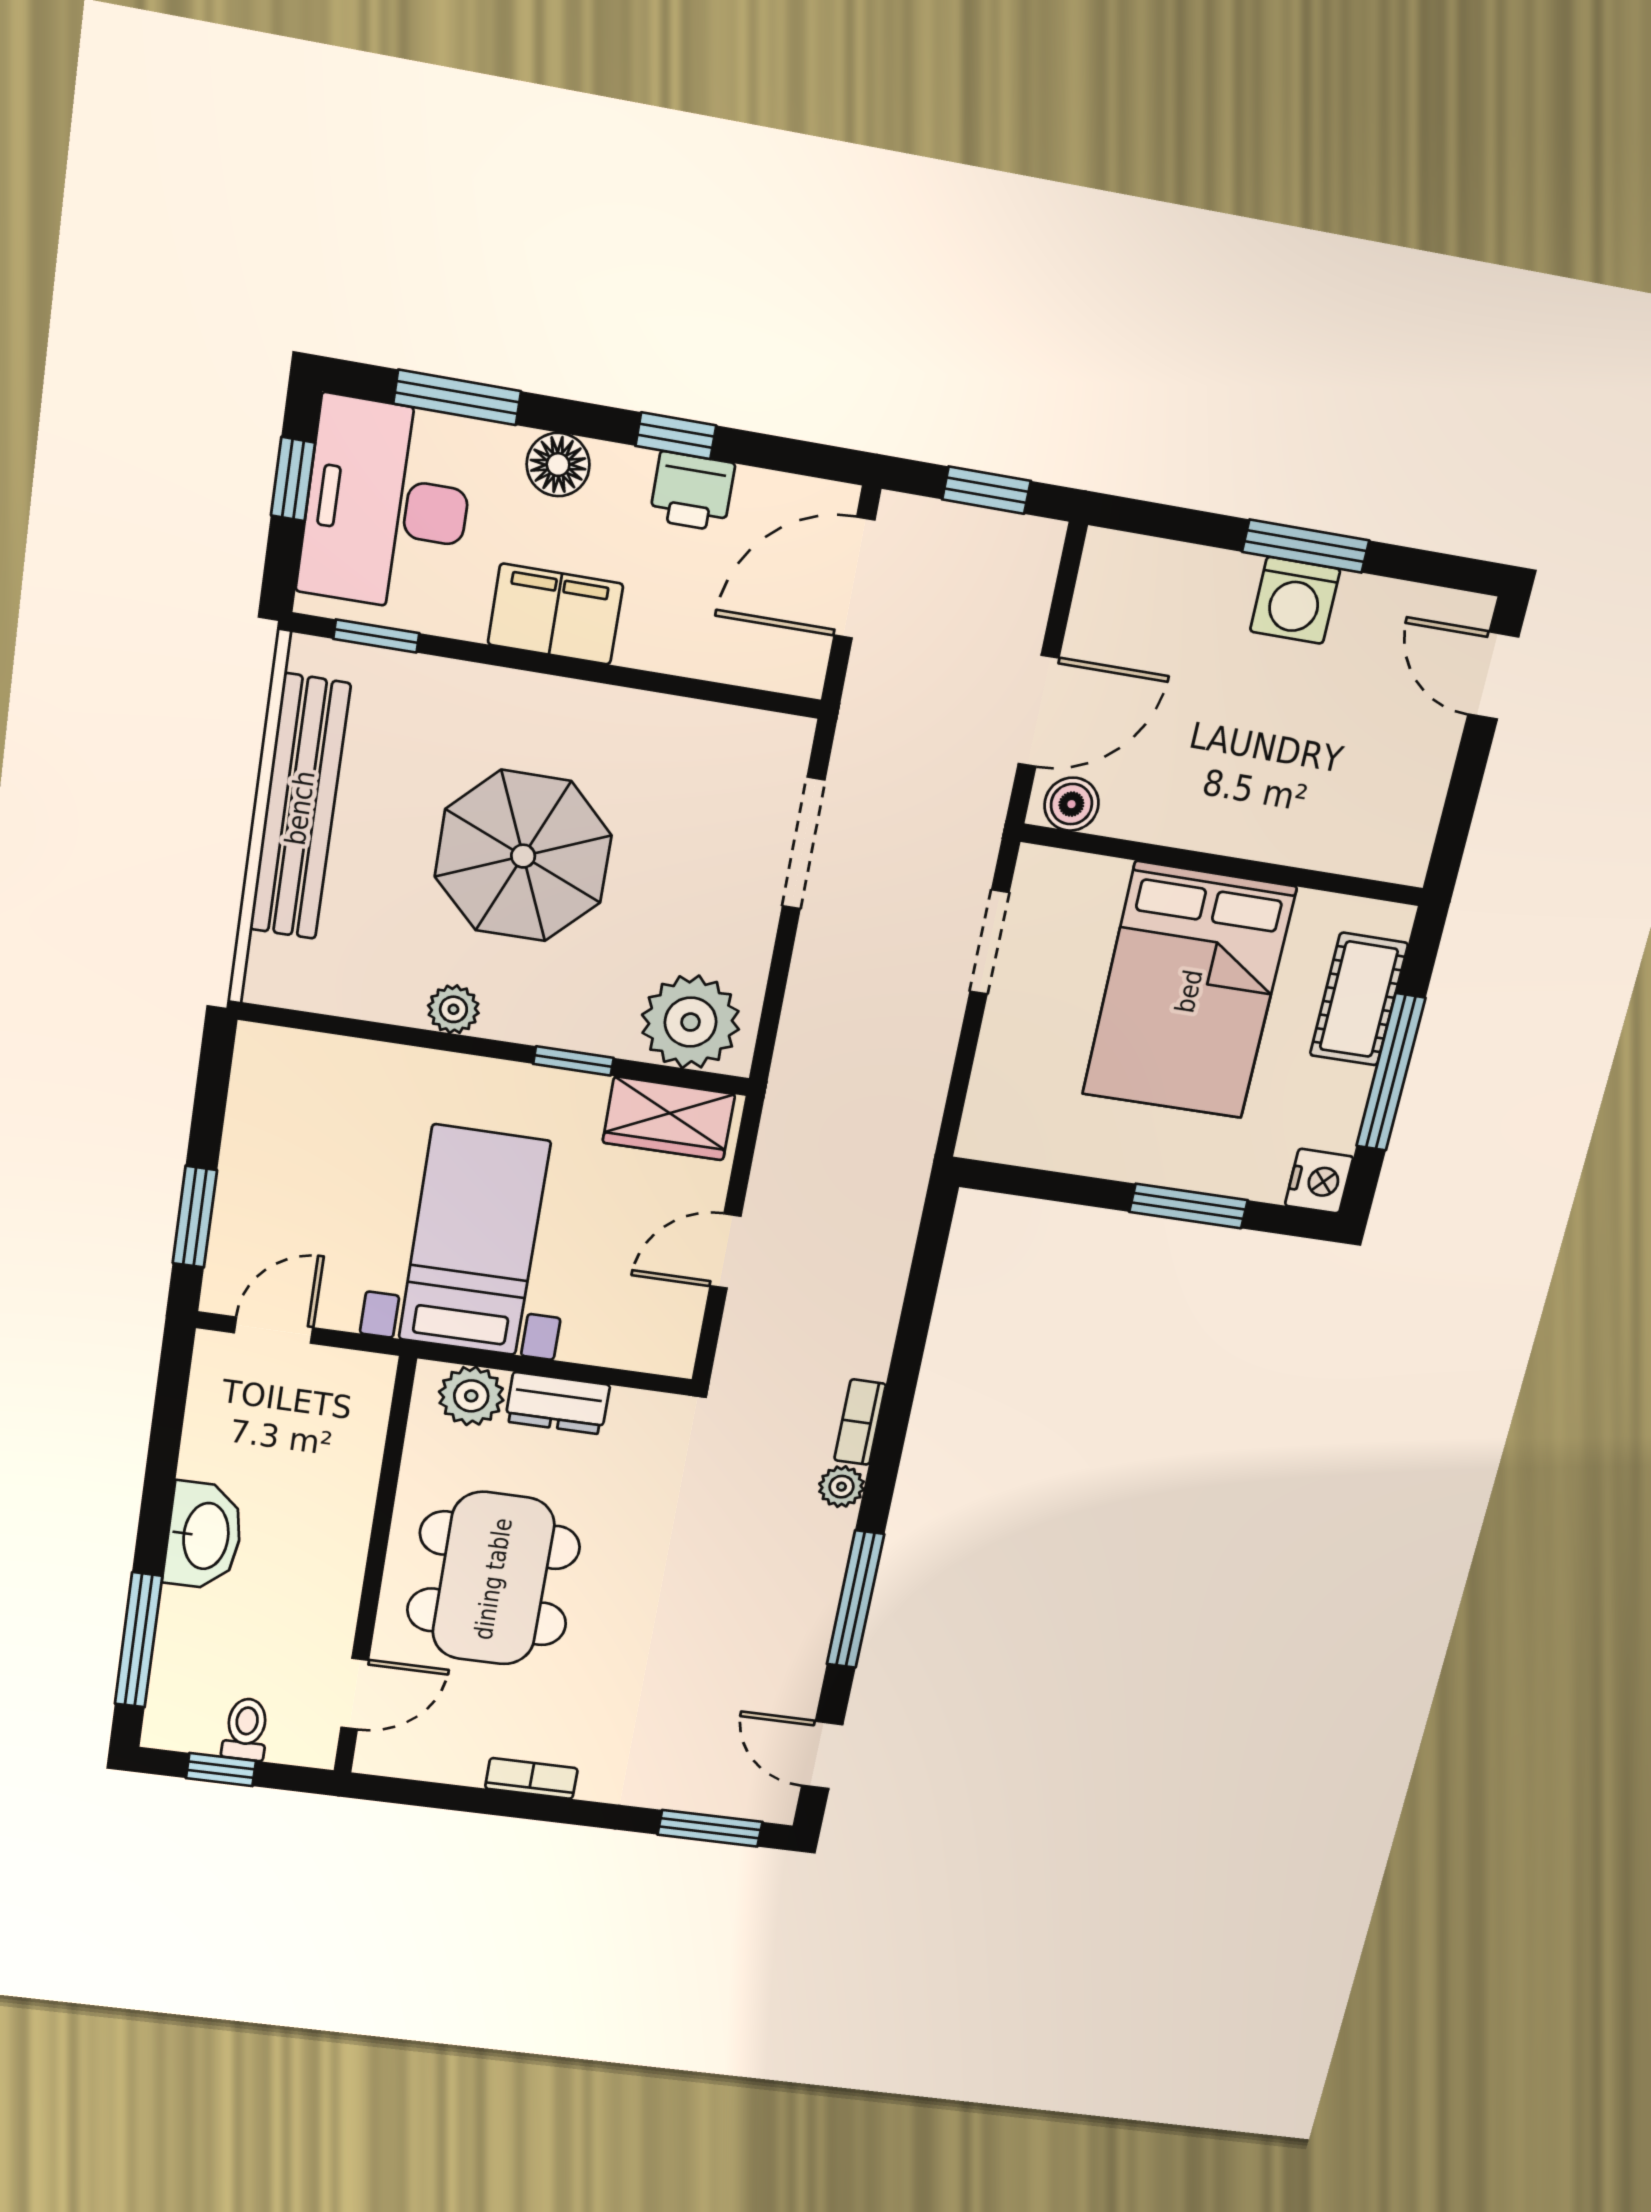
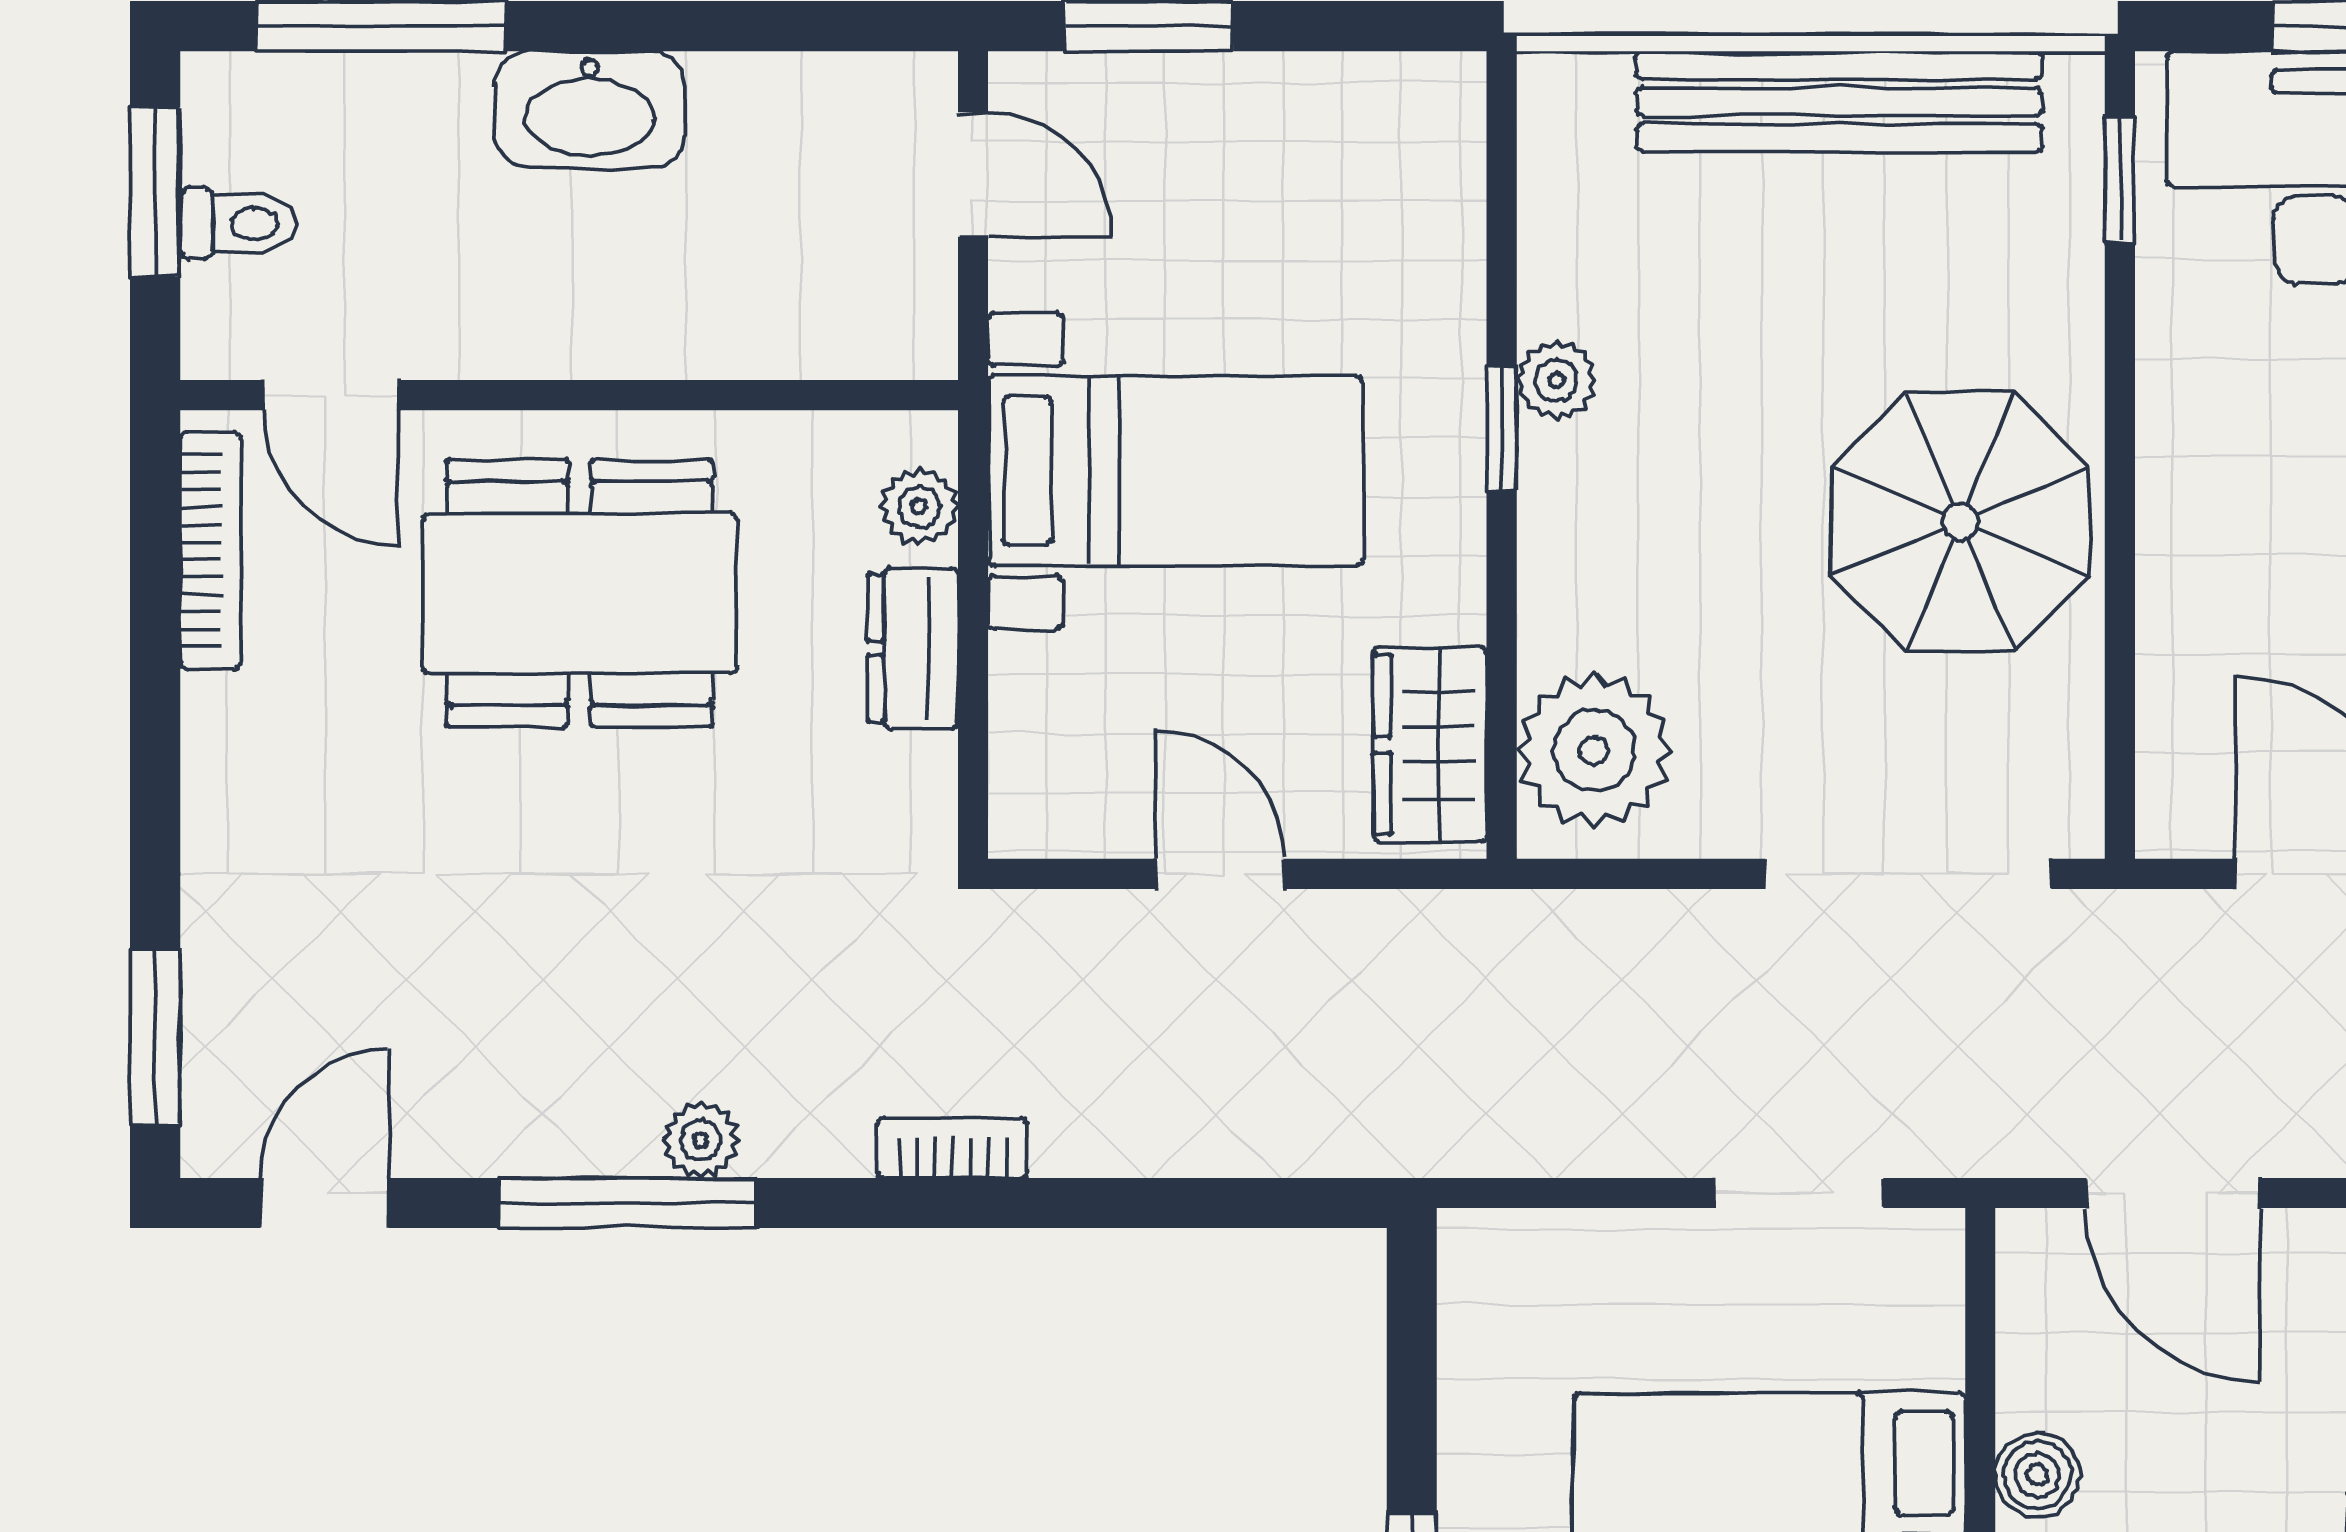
filing cabinet: (555, 614) -> (2197, 439), removed
boiler: (1071, 804) -> (2037, 1475), moved
doorway: (804, 843) -> (1908, 874), width x1.36
parasol: (523, 856) -> (1961, 522), moved
window: (573, 1061) -> (1502, 428), moved
plant: (471, 1396) -> (919, 507), width x0.73, depth x0.73
plant: (842, 1487) -> (701, 1140), moved
window: (221, 1770) -> (155, 192), width x1.50
bookcase: (531, 1778) -> (210, 551), moved, width x1.56

